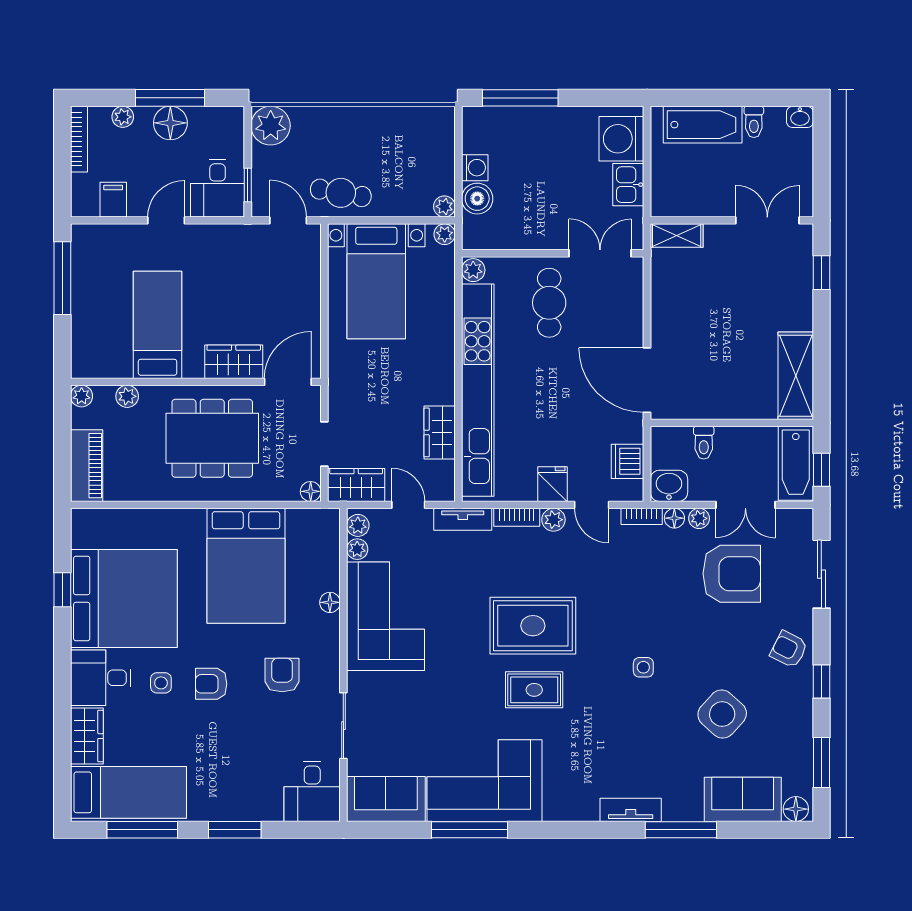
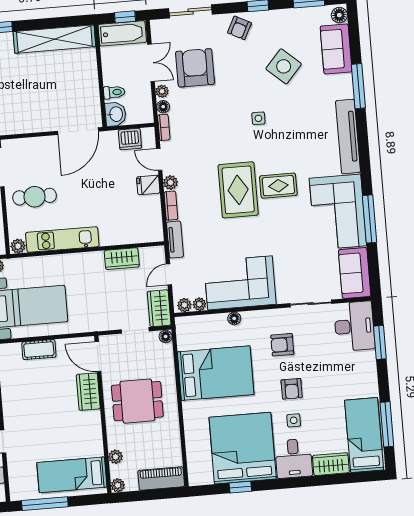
cot: (307, 289) -> (39, 350), added
bed: (158, 325) -> (72, 475), moved
shelving: (796, 376) -> (54, 39), width x1.47
kitchen unit: (478, 390) -> (62, 240), width x0.54
dining table: (212, 438) -> (137, 401), width x0.73
washbasin: (669, 486) -> (116, 114), moved, turned 180
door: (592, 505) -> (159, 159), swing flipped
rug: (534, 690) -> (278, 186), turned 90
desk: (312, 791) -> (354, 326), width x1.37
tv unit: (631, 810) -> (348, 137), width x1.92, depth x1.29
window: (235, 830) -> (380, 342), moved

